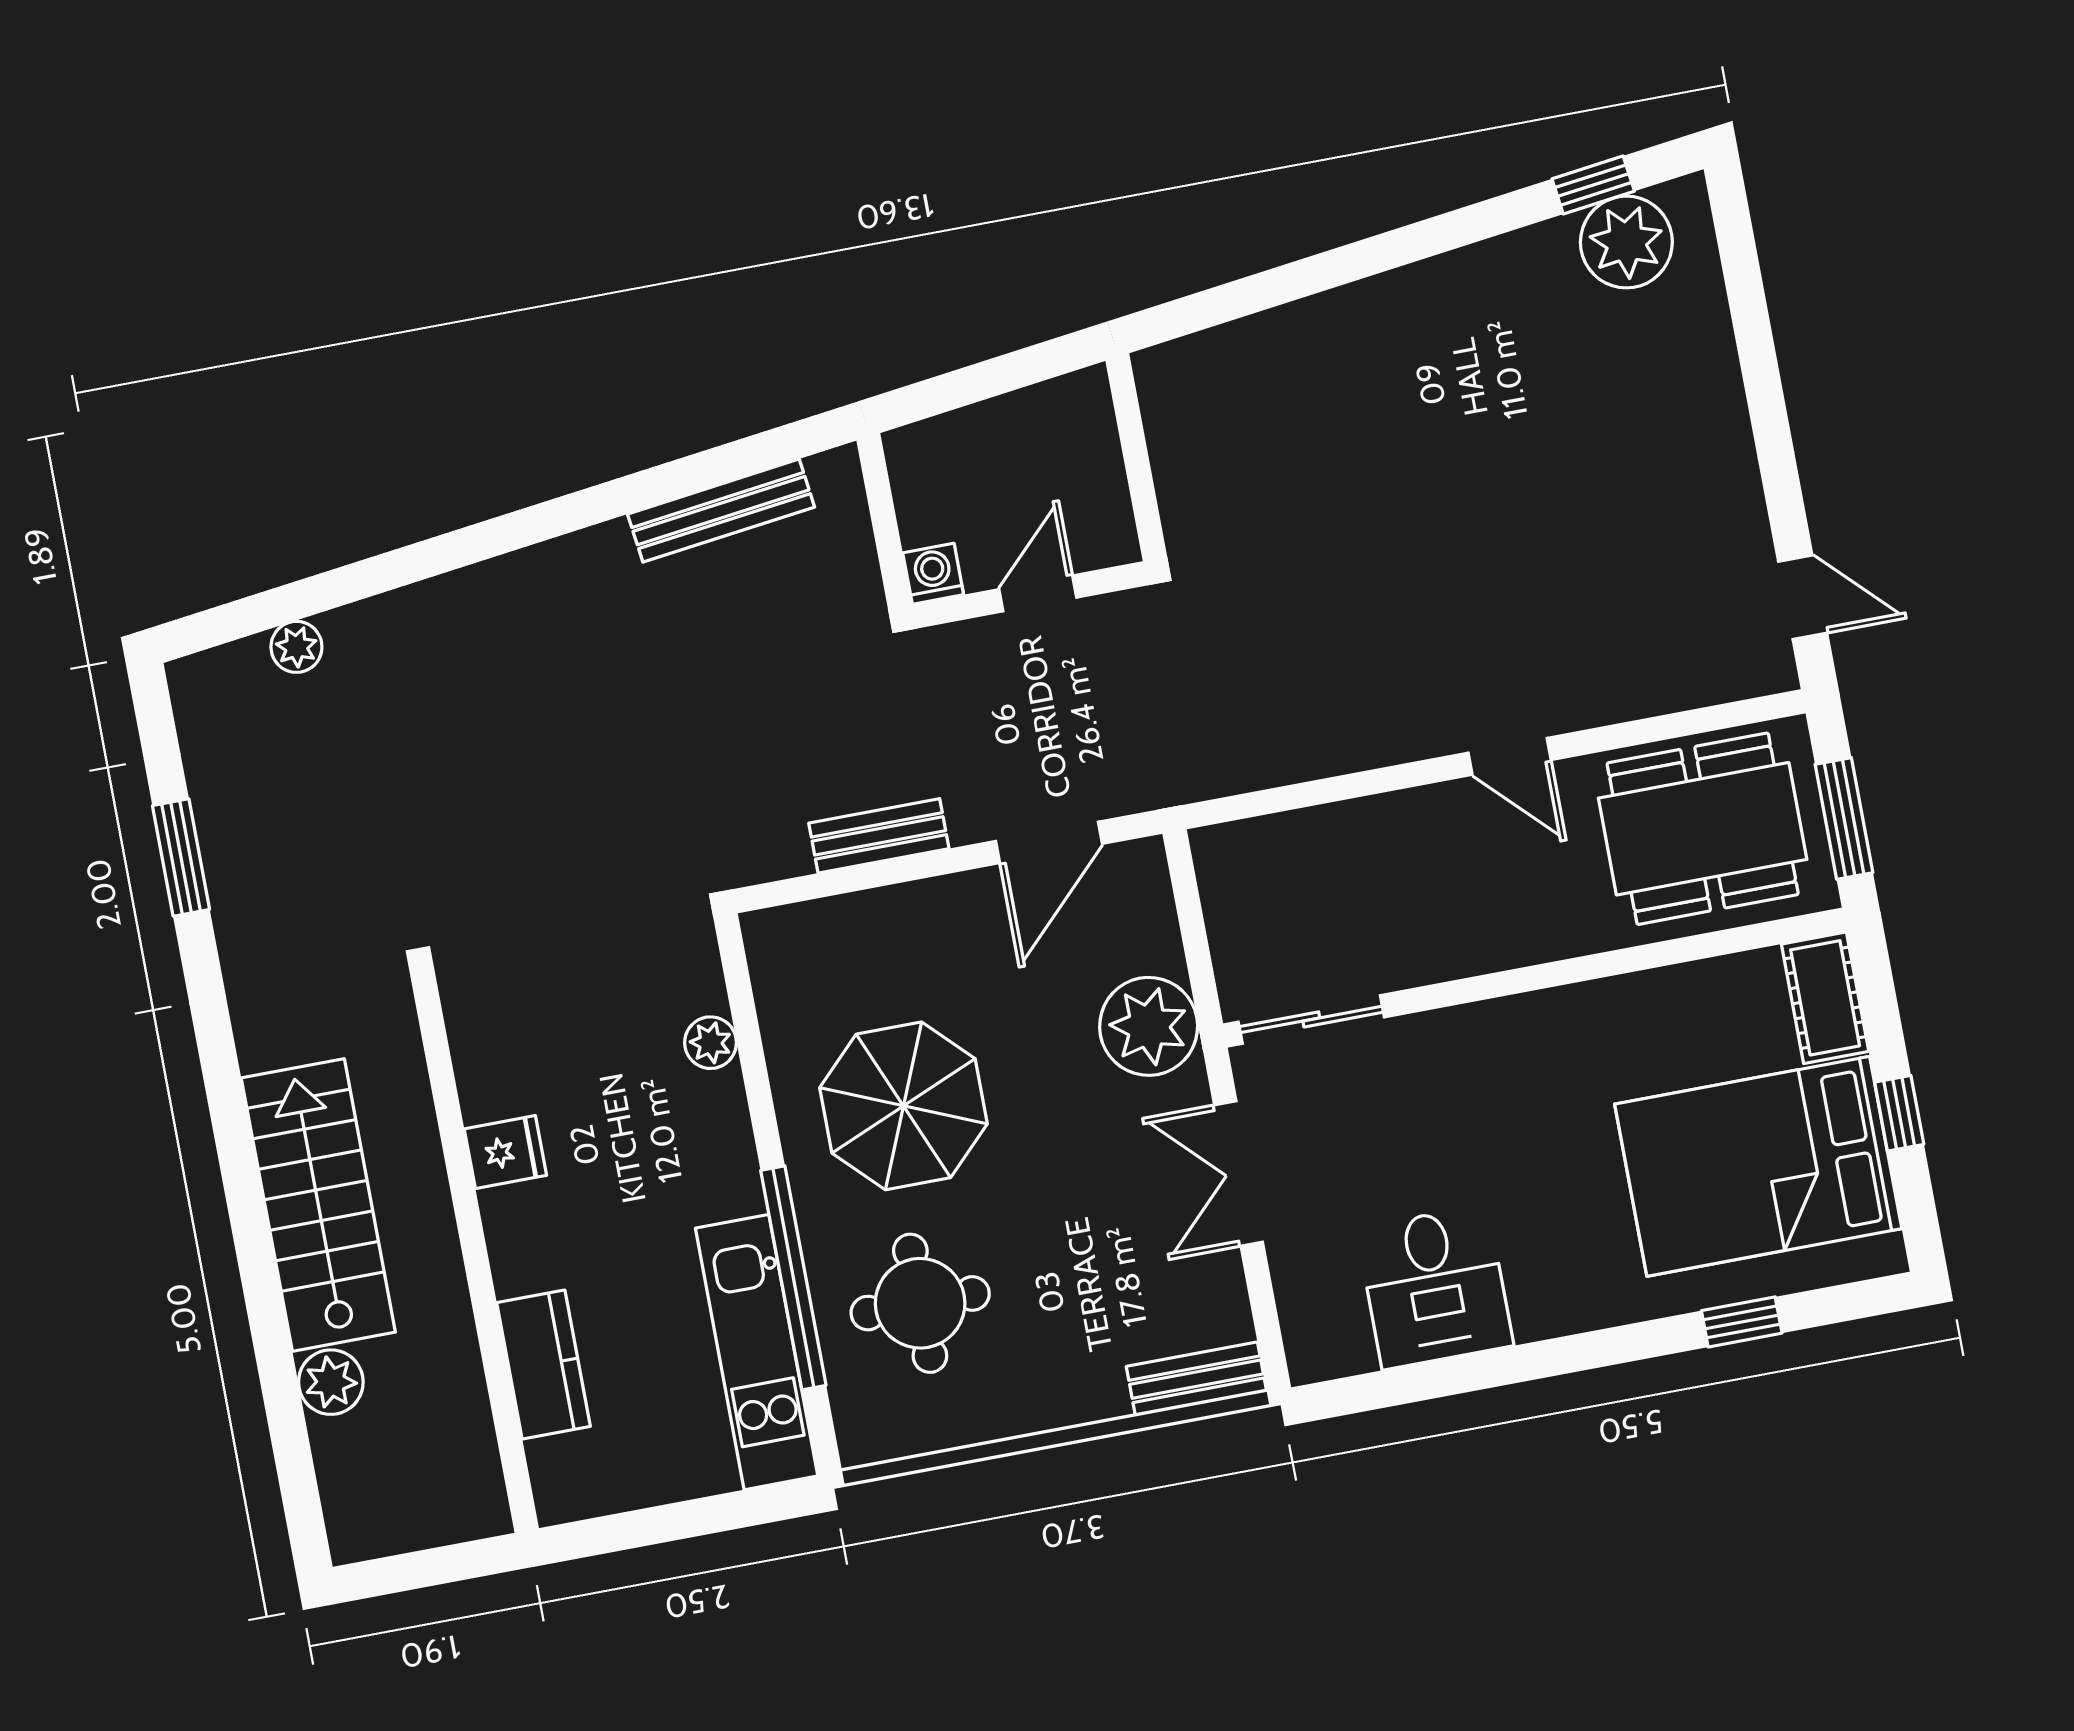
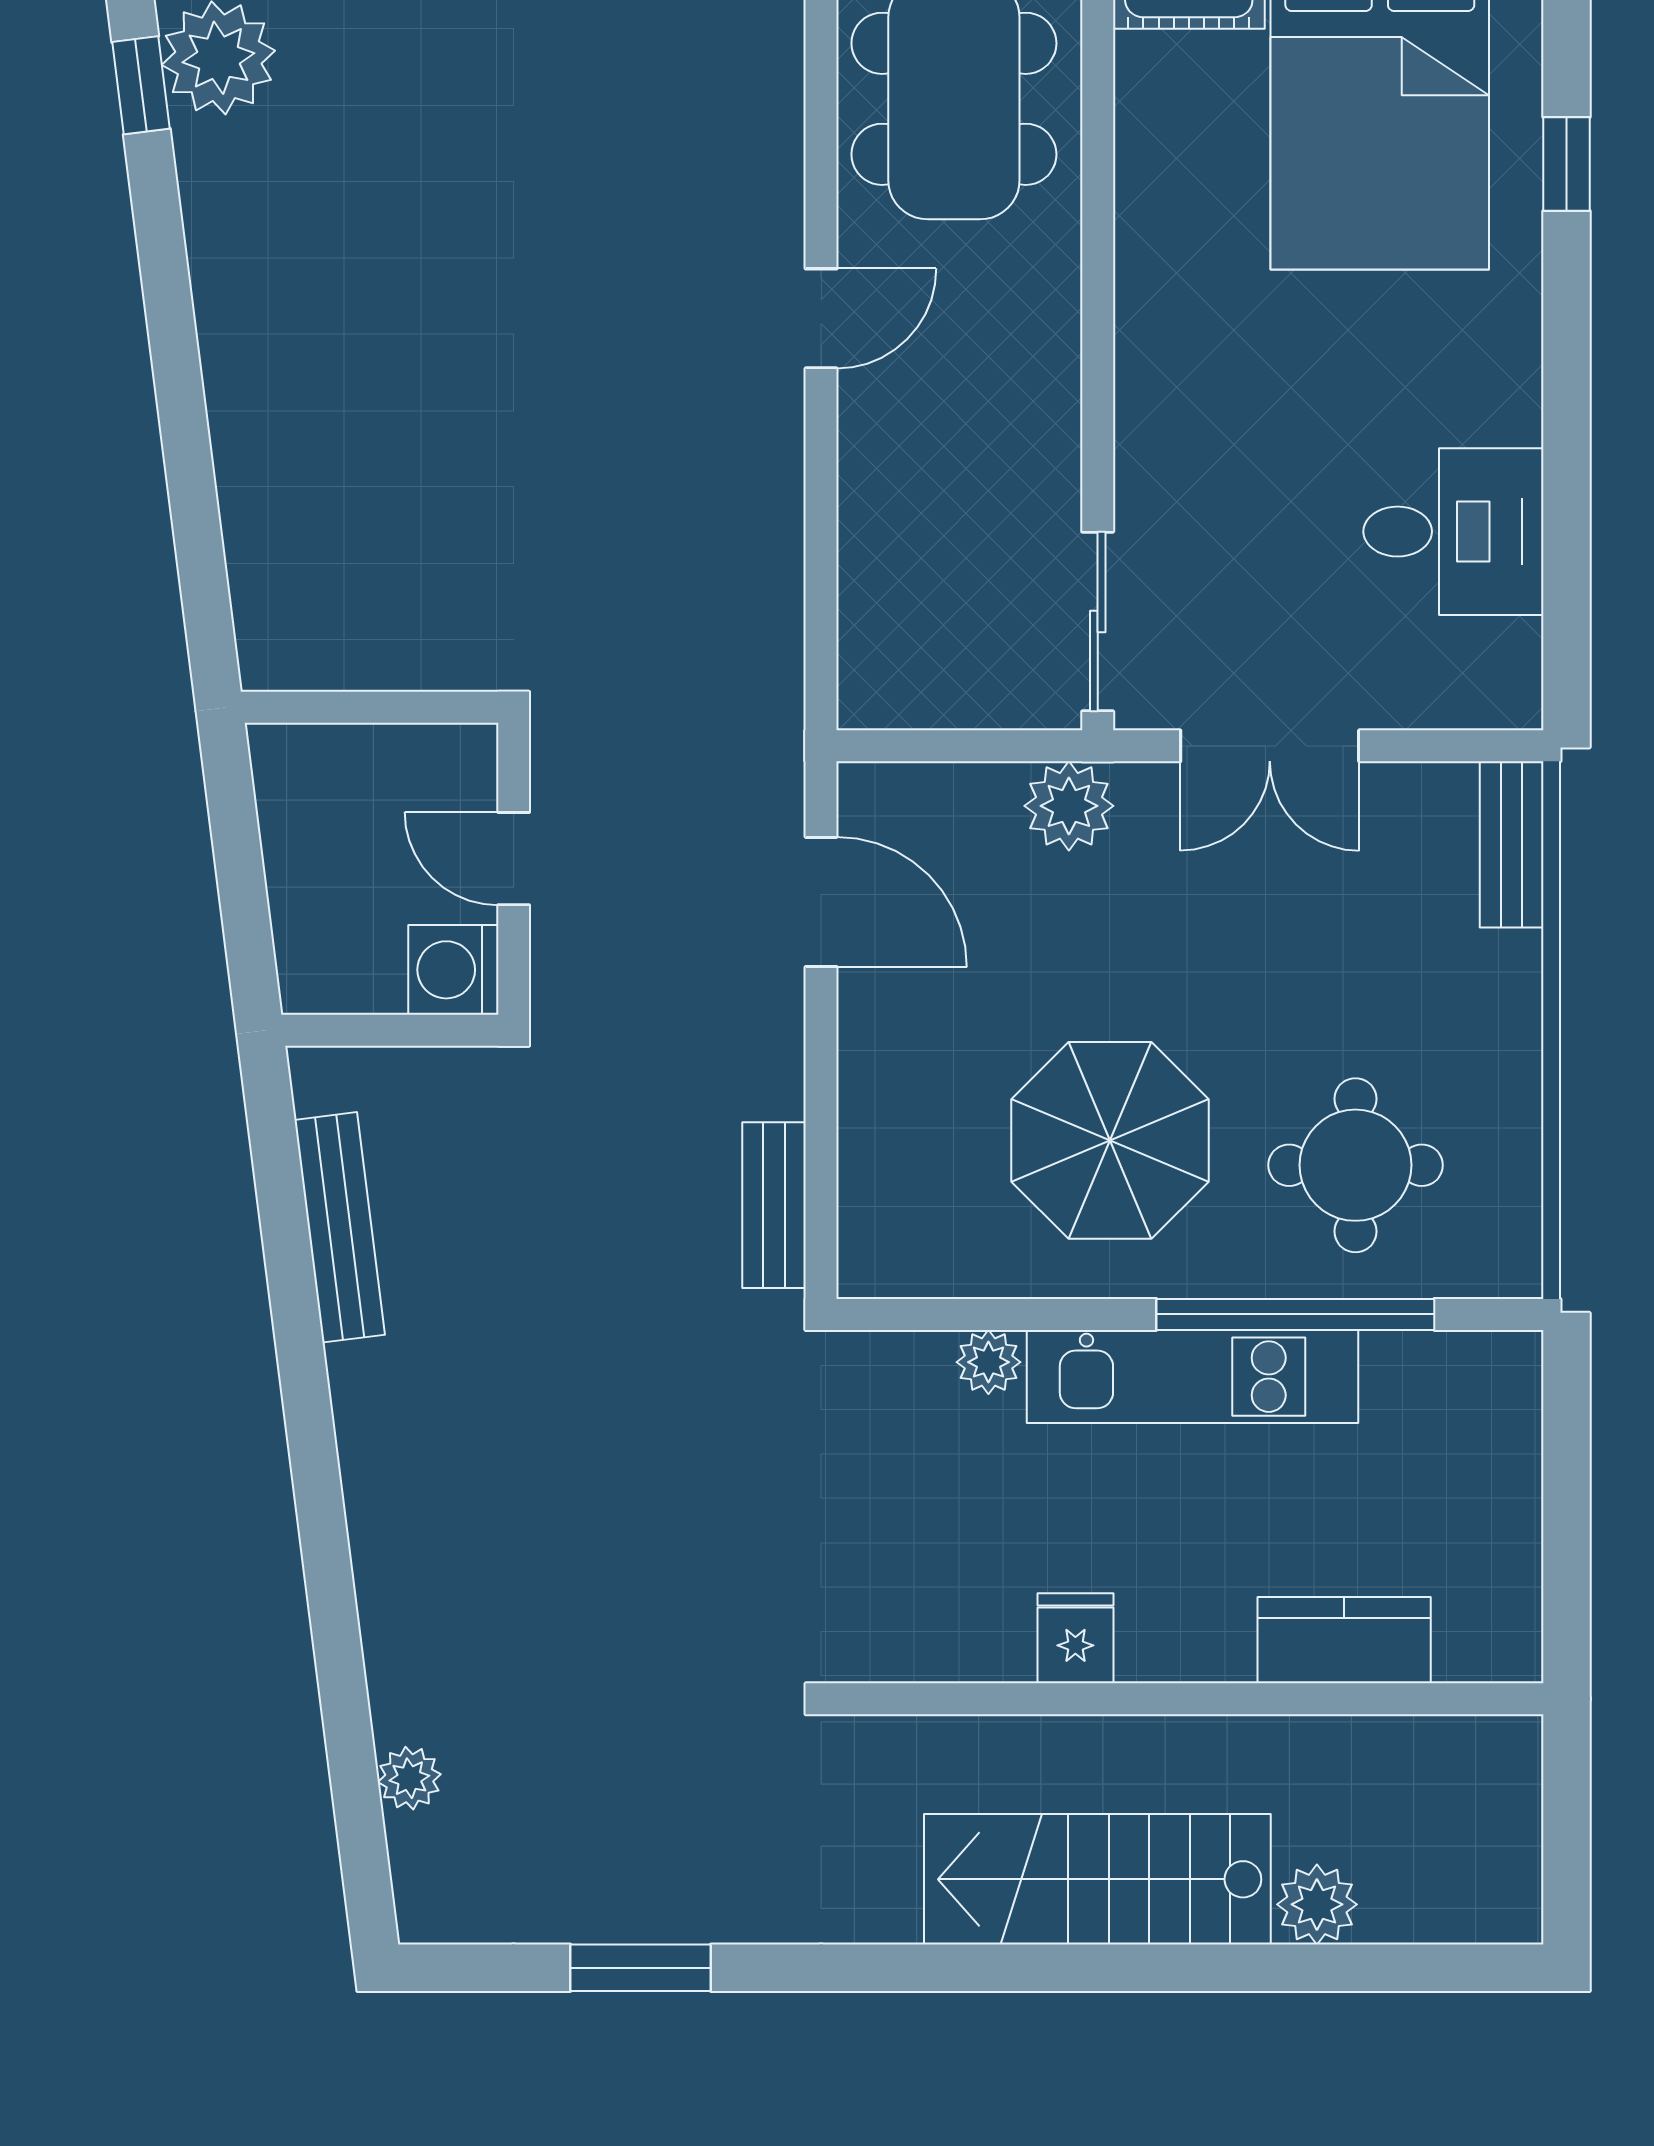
washing machine: (933, 574) -> (453, 970), width x1.38, depth x1.38
bench: (879, 836) -> (774, 1205), moved
plant: (1149, 1026) -> (1069, 806), width x0.73, depth x0.73
kitchen unit: (757, 1352) -> (1192, 1377), moved

